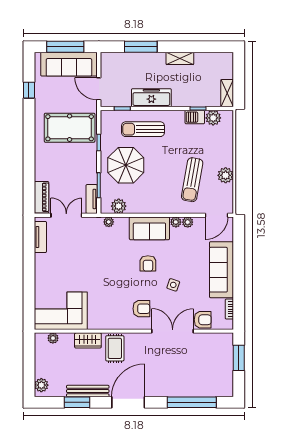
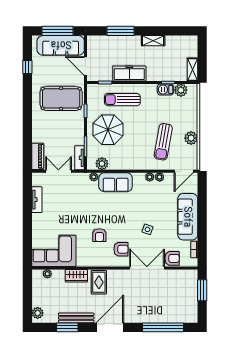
sofa: (149, 228) -> (116, 182), moved
tv unit: (40, 237) -> (37, 200), moved
armchair: (148, 263) -> (99, 235), moved

